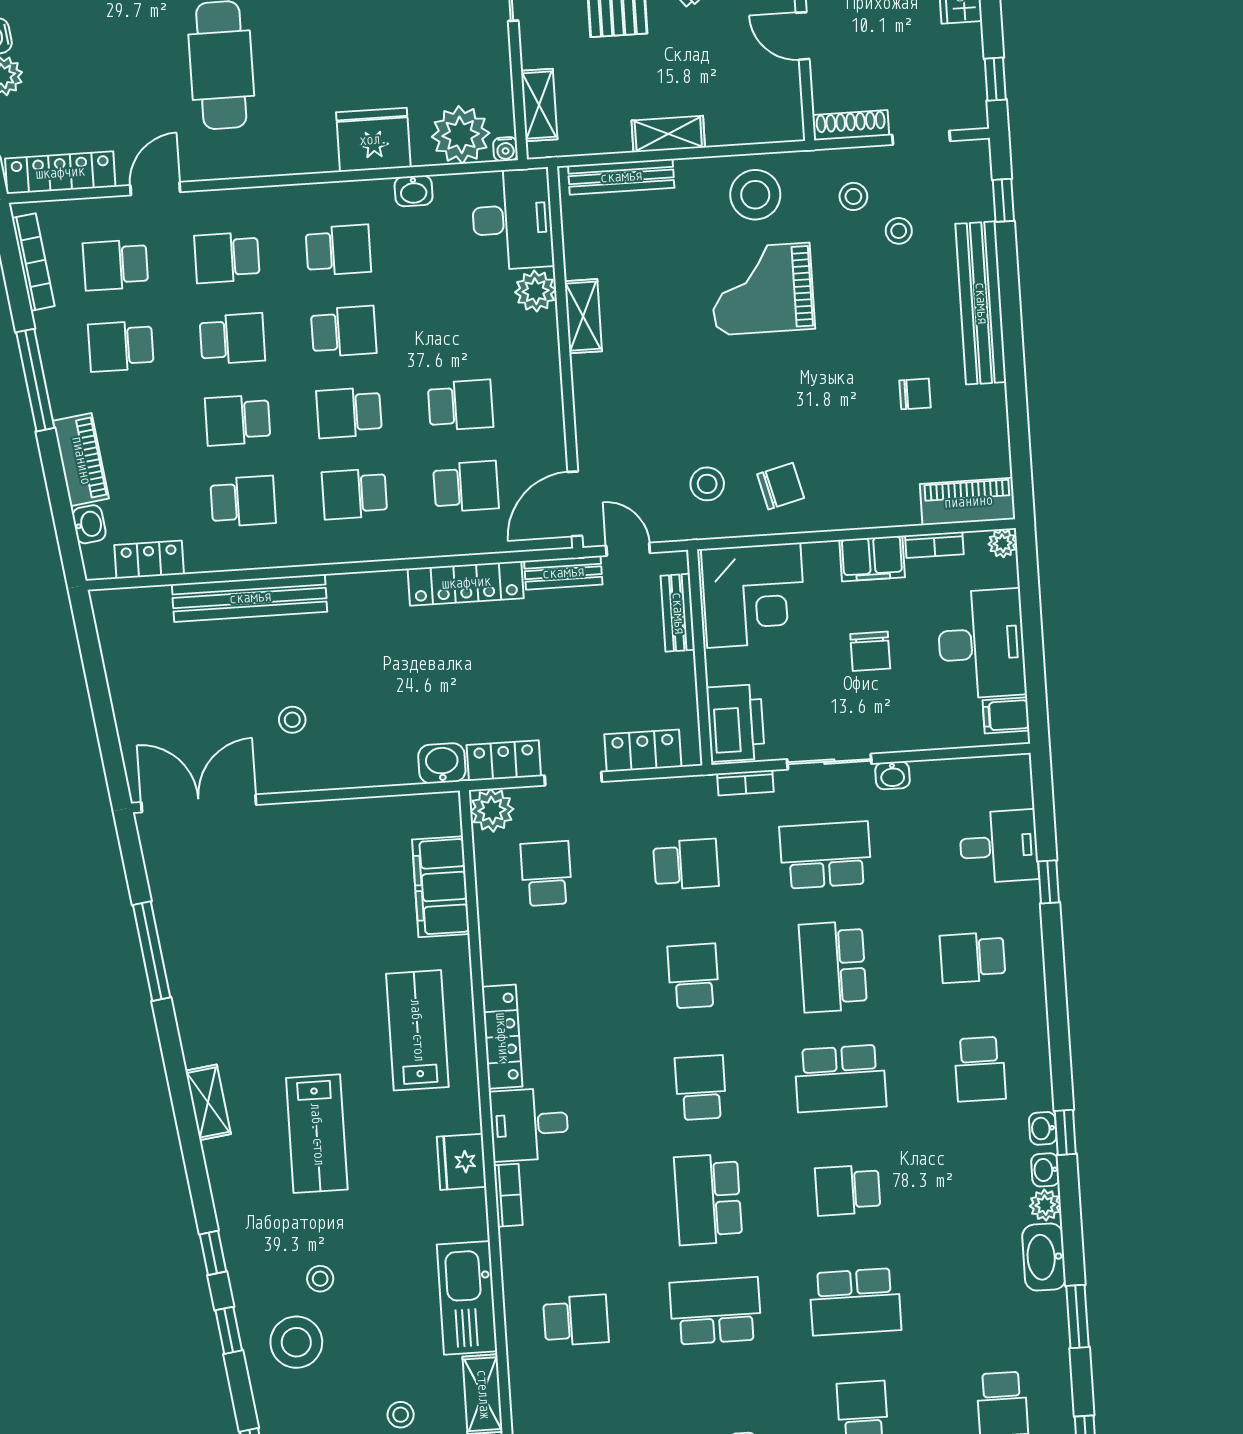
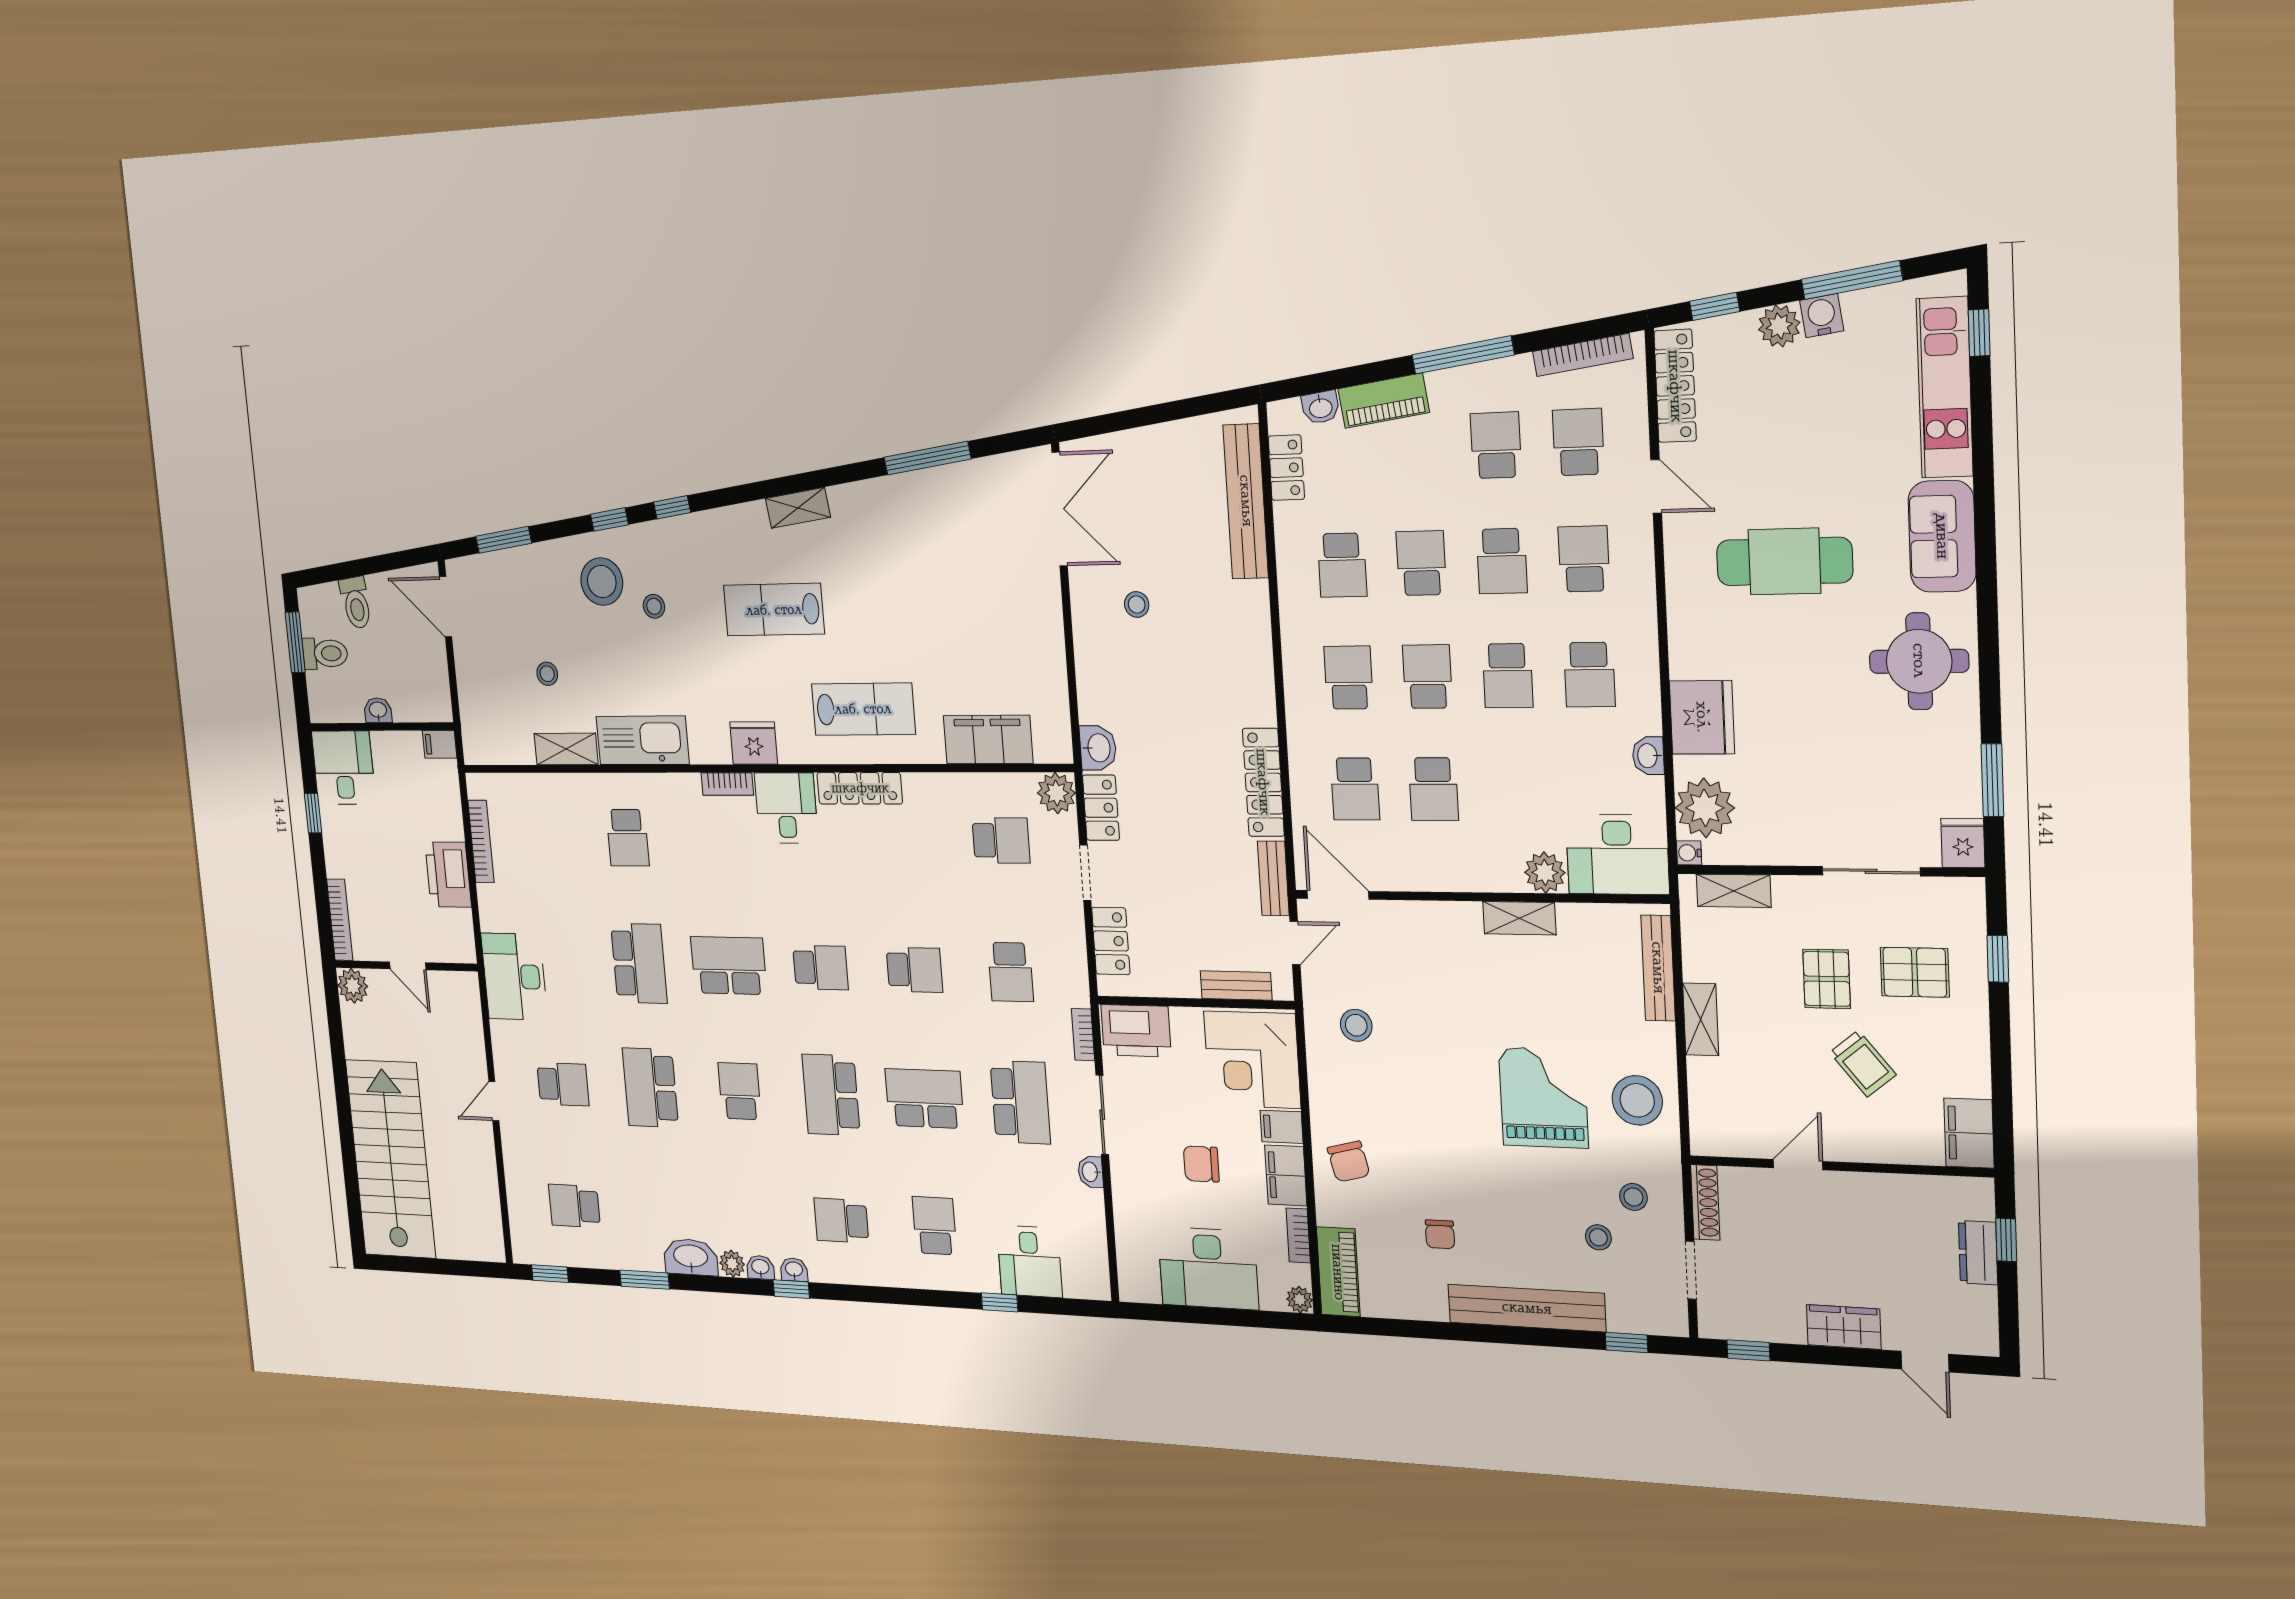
chair: (781, 486) -> (1349, 1162), moved
bench: (250, 598) -> (1246, 501), moved
filing cabinet: (1006, 715) -> (1282, 1127), moved, turned -90

